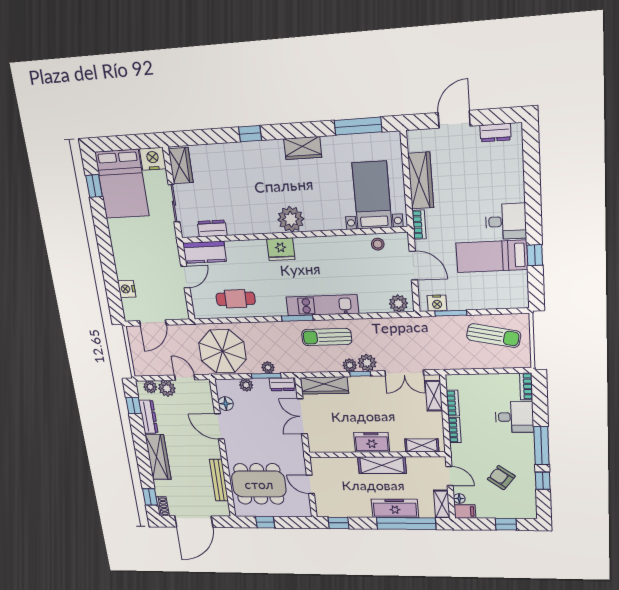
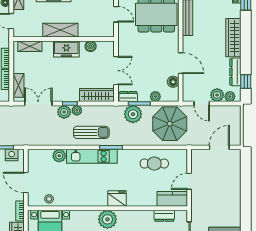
nightstand: (127, 289) -> (235, 174), removed
plant: (398, 303) -> (59, 156), moved
plant: (268, 367) -> (133, 114), width x1.88, depth x1.88
boiler: (340, 446) -> (91, 46), added

